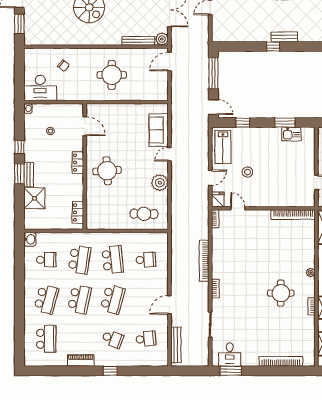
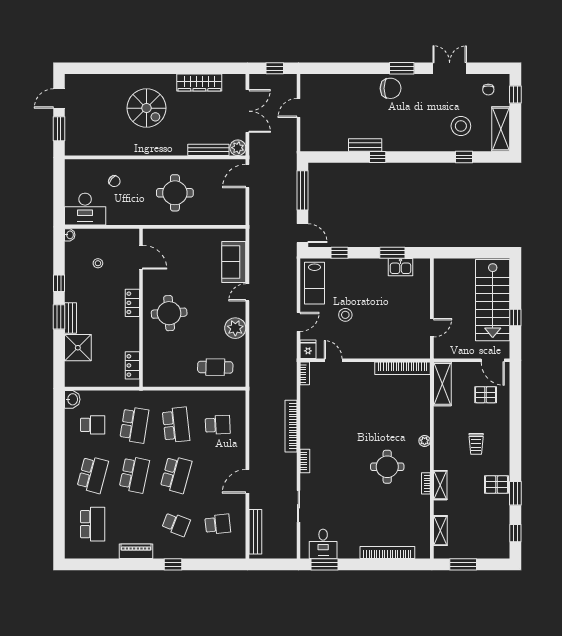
bench: (284, 37) -> (365, 145), moved

